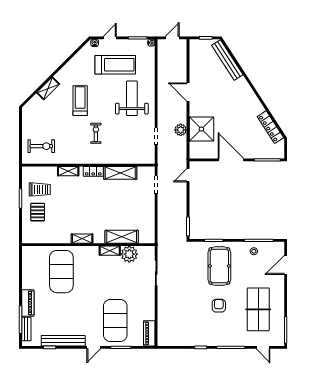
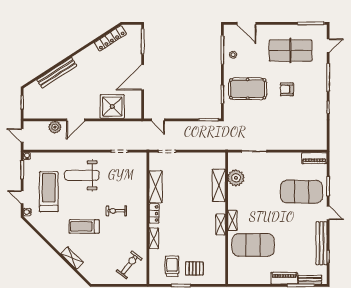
bench: (227, 60) -> (57, 73), moved
plant: (181, 130) -> (55, 127), moved
exercise bike: (41, 146) -> (129, 265), turned 38
shelving: (110, 251) -> (232, 220), moved

